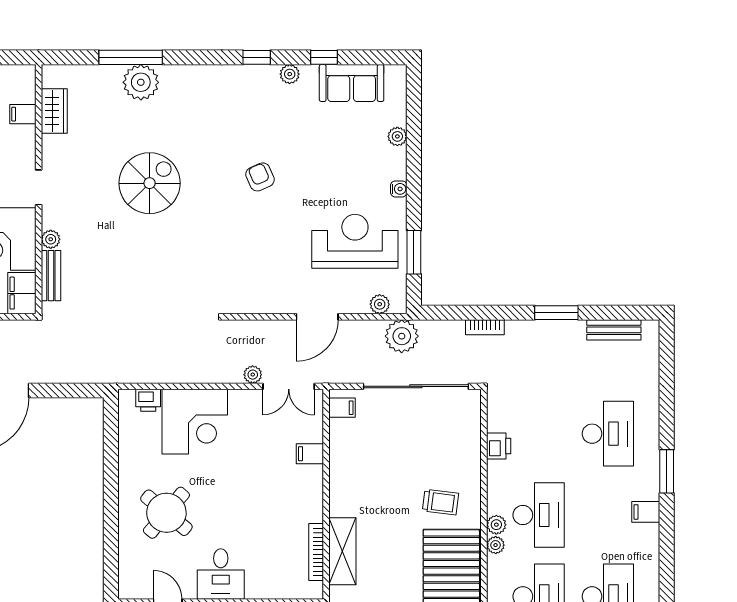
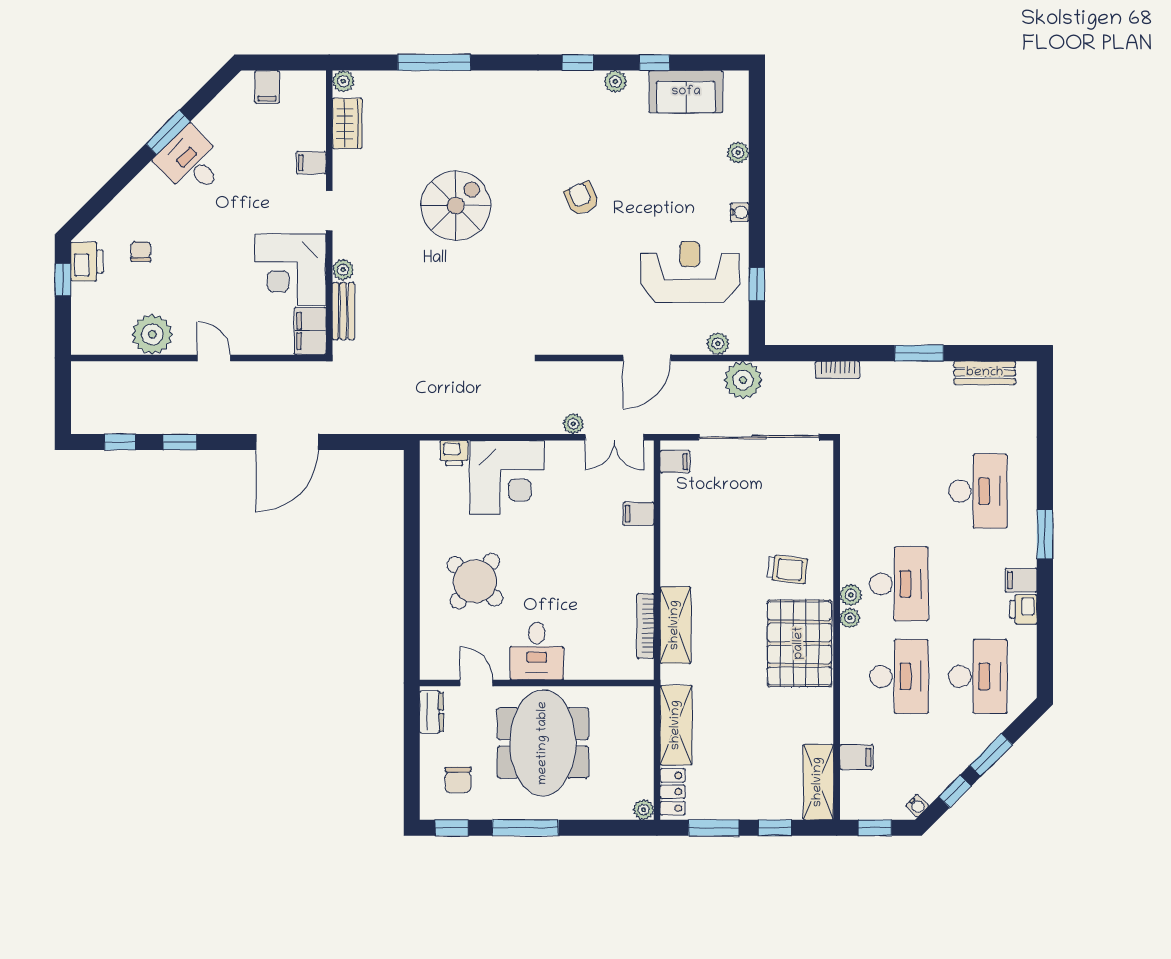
plant: (141, 82) -> (343, 81), moved, width x0.53, depth x0.53
filing cabinet: (23, 114) -> (311, 163), moved
window: (414, 252) -> (757, 284), width x0.67
printer: (499, 446) -> (1023, 609), moved, turned 180

